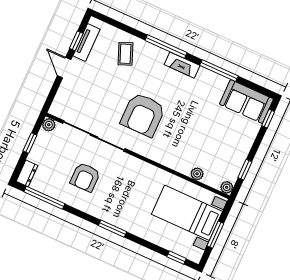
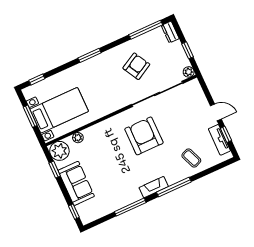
sofa: (246, 102) -> (76, 183), moved, turned 90
armchair: (85, 177) -> (136, 66), turned 61
plant: (227, 187) -> (59, 151), width x1.88, depth x1.88

